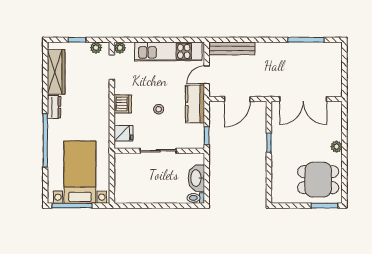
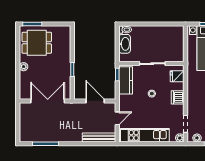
door: (237, 99) -> (95, 101), hinge flipped
kitchen counter: (195, 104) -> (126, 80), moved

